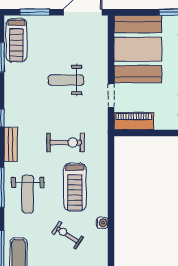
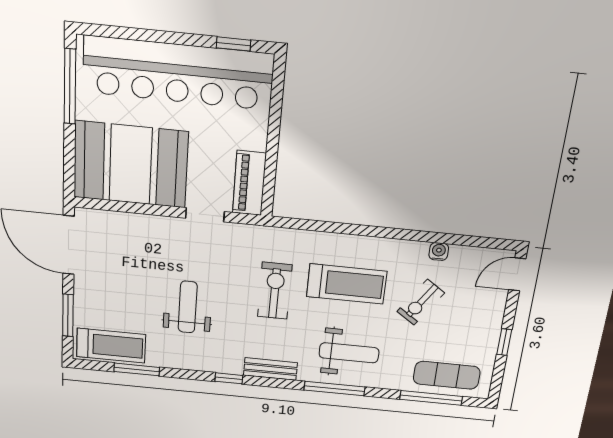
weight bench: (66, 80) -> (188, 307), moved, turned 180
water cooler: (102, 223) -> (439, 252), moved

